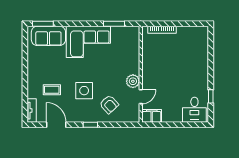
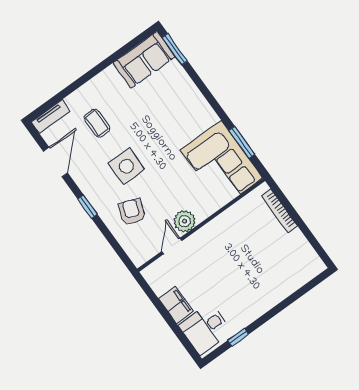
sofa: (48, 36) -> (144, 60), moved, turned -90
corner sofa: (88, 42) -> (222, 164), moved
door: (141, 97) -> (172, 246), swing flipped
armchair: (109, 104) -> (132, 212), turned 153
filing cabinet: (152, 116) -> (176, 305), moved

